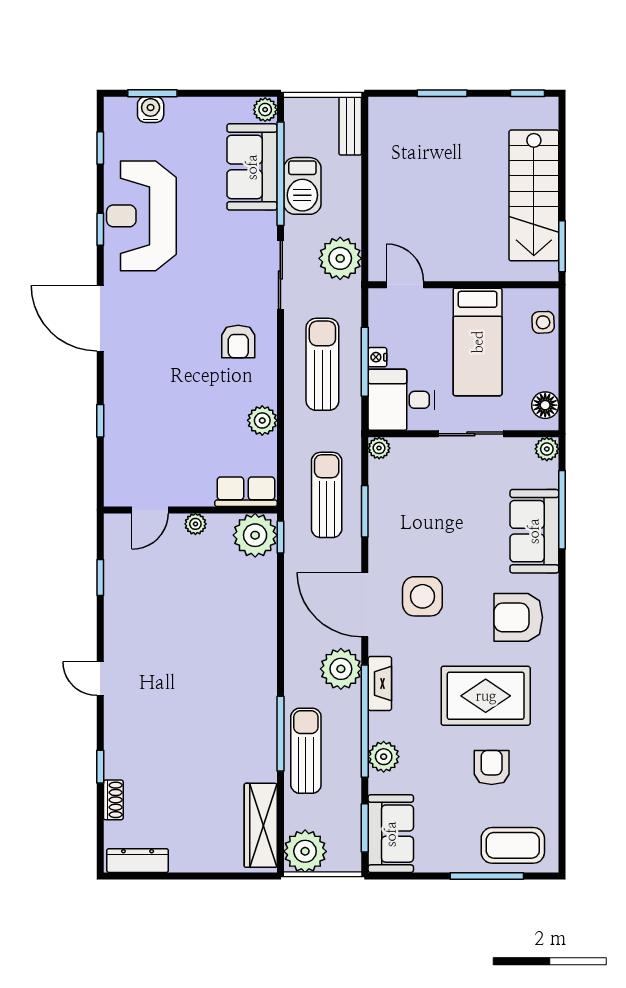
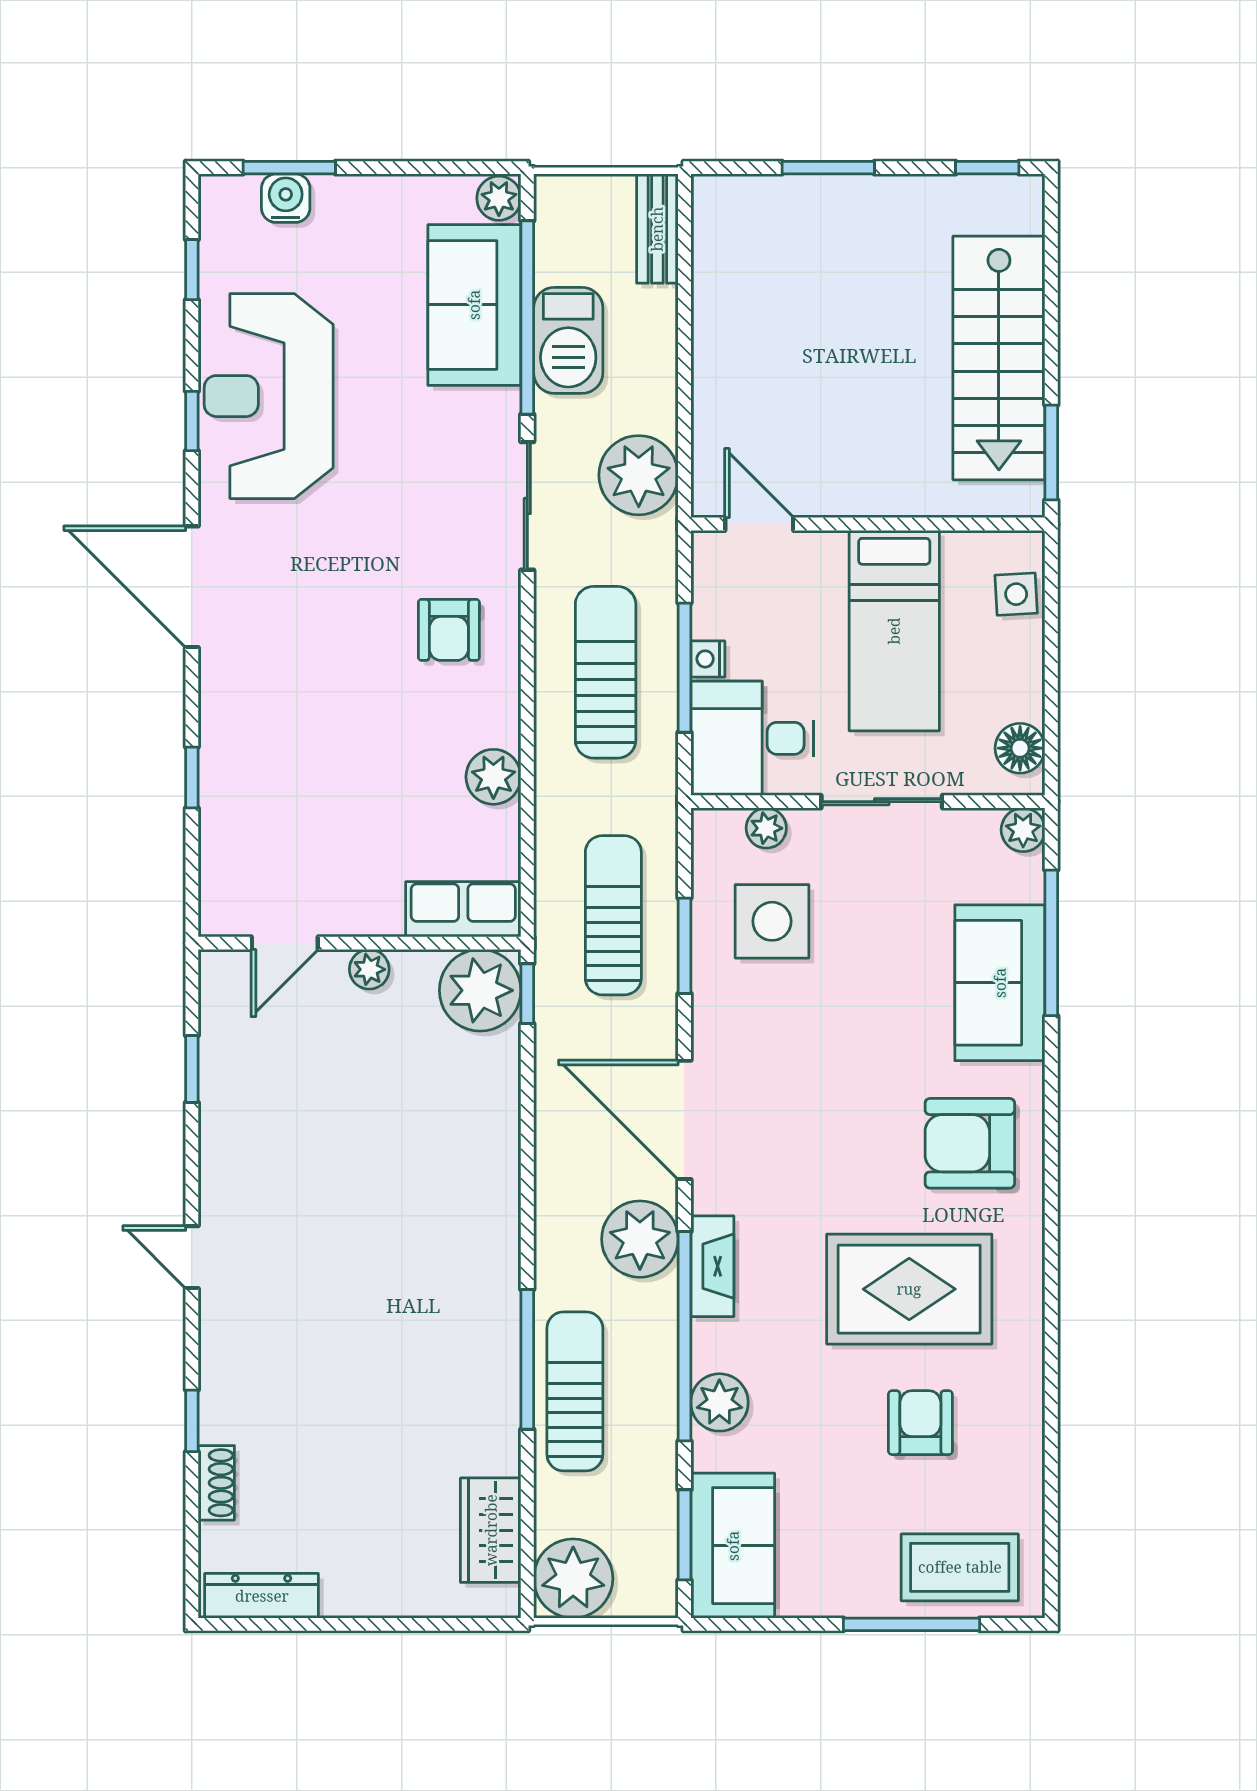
plant: (379, 448) -> (766, 828), moved
side table: (422, 596) -> (772, 921), moved
wardrobe: (261, 825) -> (491, 1530), width x0.67

